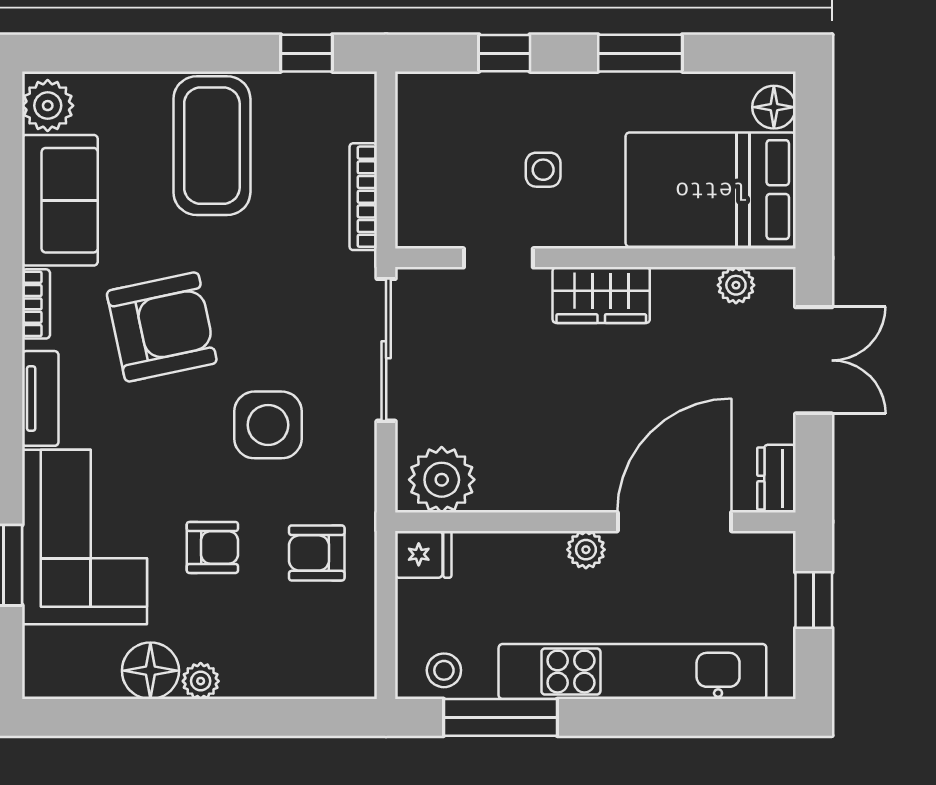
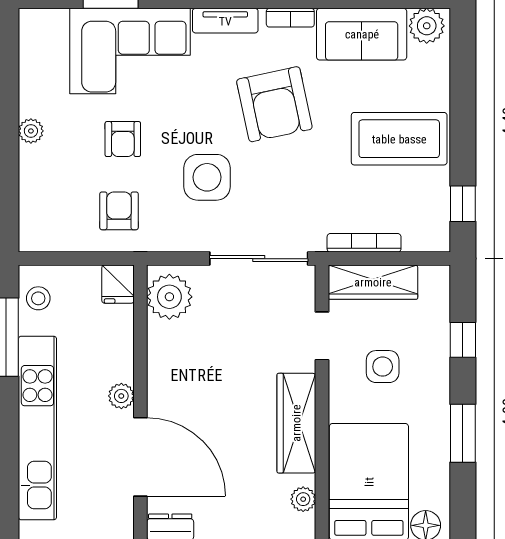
side table: (543, 170) -> (383, 367), width x1.37, depth x1.37
wardrobe: (420, 184) -> (373, 282), added
wardrobe: (601, 295) -> (296, 423), width x1.50
floor lamp: (150, 671) -> (38, 96), removed

